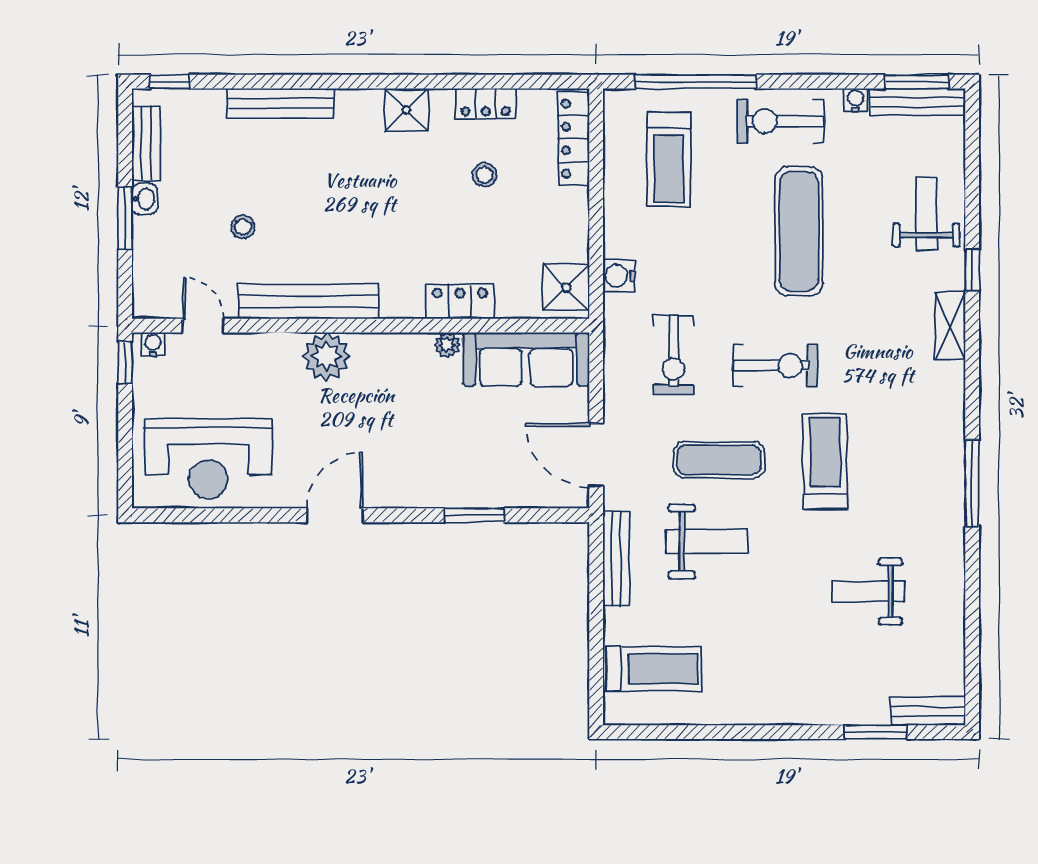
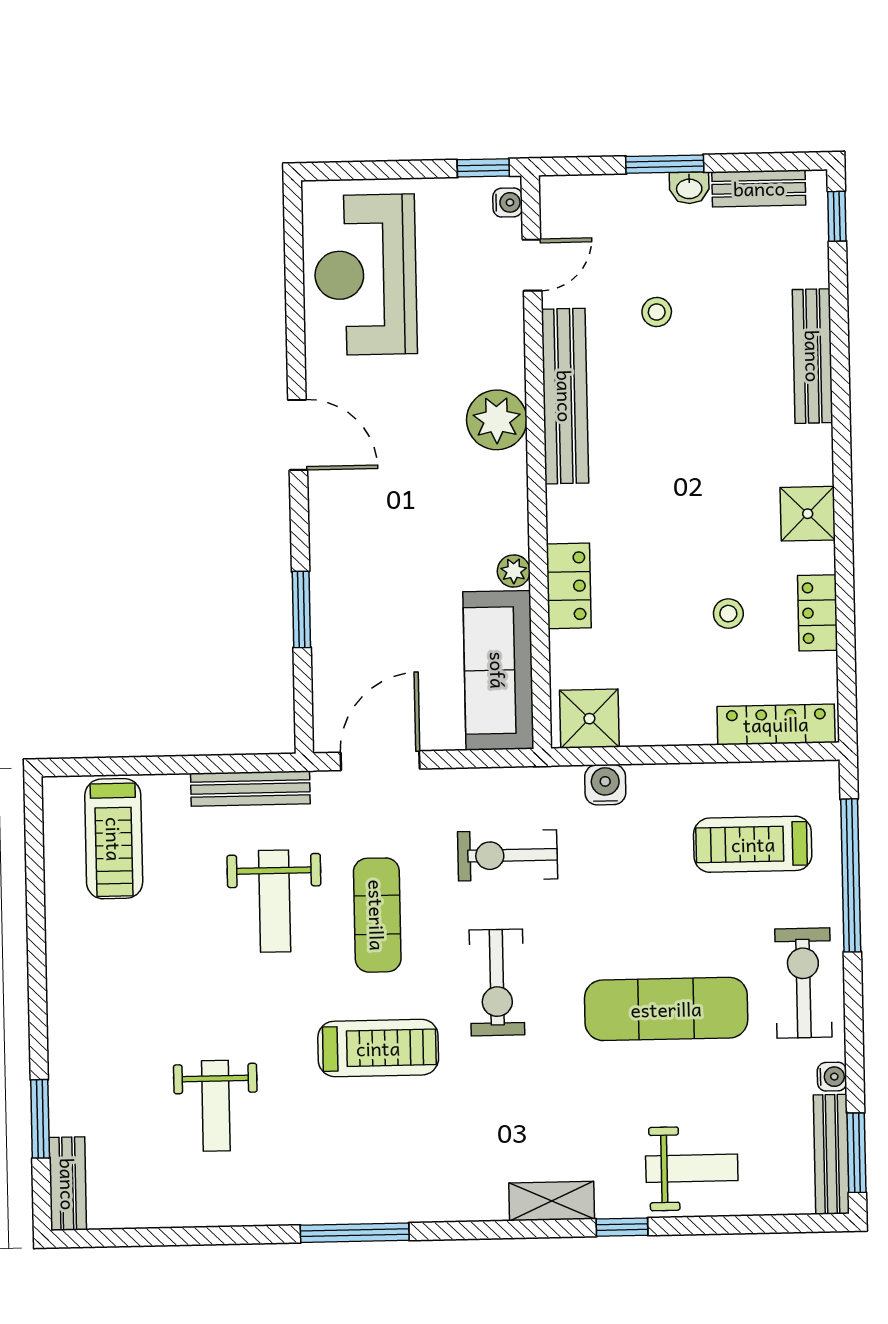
weight bench: (869, 592) -> (216, 1106), turned 180

